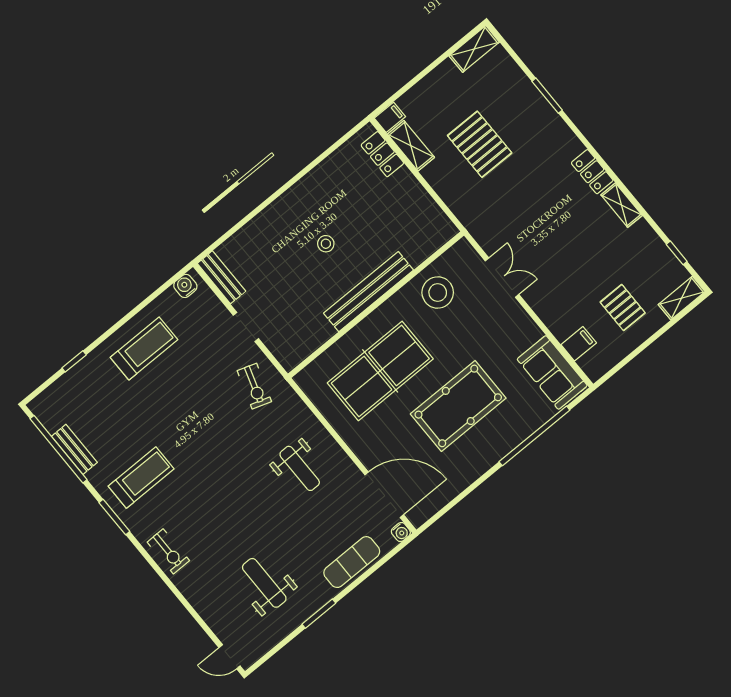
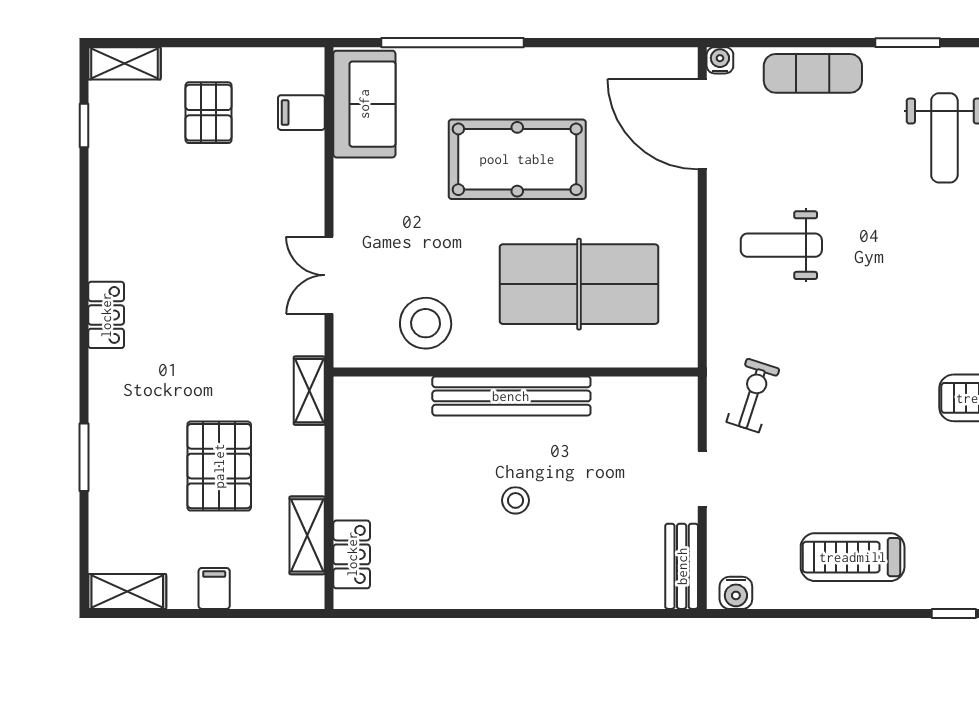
filing cabinet: (390, 117) -> (214, 588), moved, turned 90
shelving: (622, 205) -> (309, 391), moved
weight bench: (300, 468) -> (781, 245), turned -90

